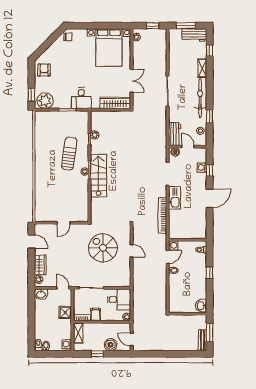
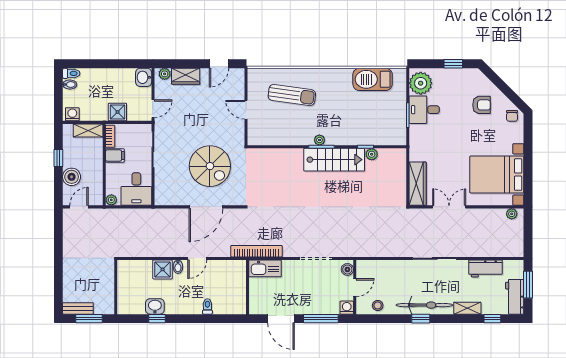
window: (153, 26) -> (528, 237), removed
armchair: (44, 70) -> (482, 105), moved
double door: (132, 81) -> (449, 207), swing flipped
window: (31, 95) -> (453, 64), moved
desk: (81, 98) -> (424, 110), moved
window: (210, 116) -> (421, 319), moved
barbecue: (42, 134) -> (373, 79), added
workbench: (175, 134) -> (485, 269), moved
sun lounger: (69, 154) -> (292, 95), moved
washing machine: (202, 167) -> (347, 308), moved
window: (210, 170) -> (321, 319), width x2.17
stairs: (98, 176) -> (334, 160), moved
kitchen sink: (174, 198) -> (265, 268), moved
wall: (188, 240) -> (247, 287), moved
washing machine: (173, 245) -> (214, 266), removed
spiral stairs: (103, 248) -> (210, 166), turned 90
door: (132, 251) -> (206, 207), width x1.87
door: (168, 257) -> (197, 258), hinge flipped
window: (210, 273) -> (157, 319), moved
shower: (175, 281) -> (163, 269), added
washbasin: (201, 306) -> (155, 306), moved

